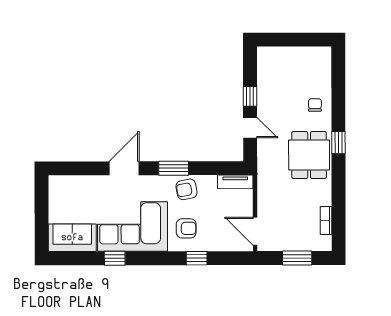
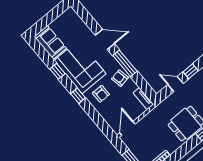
door: (250, 128) -> (176, 84), swing flipped
window: (174, 168) -> (125, 63), width x1.44
window: (197, 258) -> (78, 96), moved

